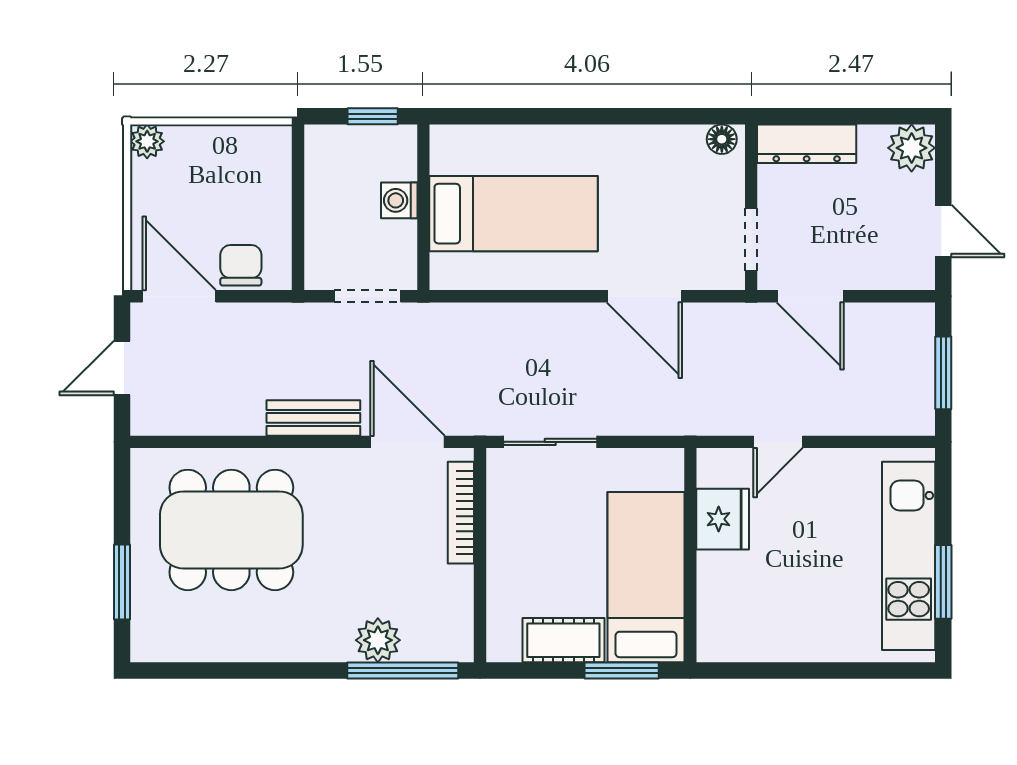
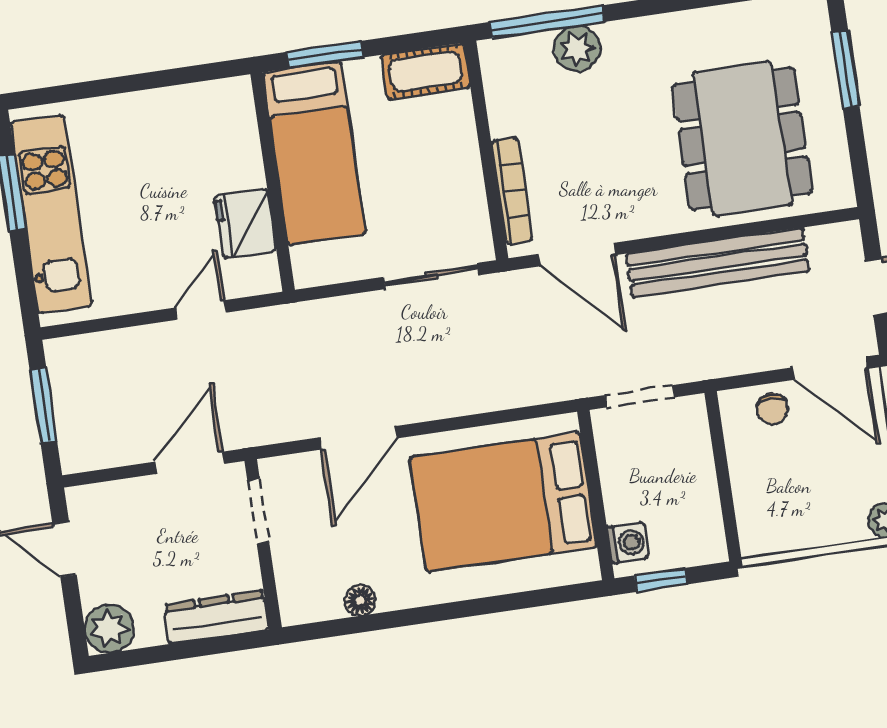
floor lamp: (722, 139) -> (360, 600), moved
washing machine: (399, 200) -> (628, 543), moved
bed: (514, 214) -> (503, 502), width x1.50
chair: (241, 265) -> (772, 409), width x0.73, depth x0.73
door: (644, 296) -> (358, 438), swing flipped
door: (810, 296) -> (190, 463), hinge flipped
bench: (313, 418) -> (717, 263), width x1.86, depth x1.21
dining table: (231, 530) -> (742, 139), turned 90
cot: (563, 640) -> (426, 71), moved

